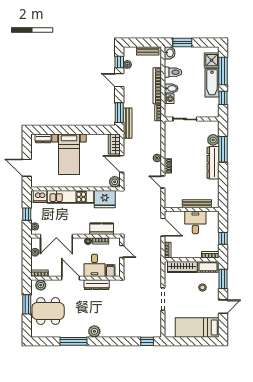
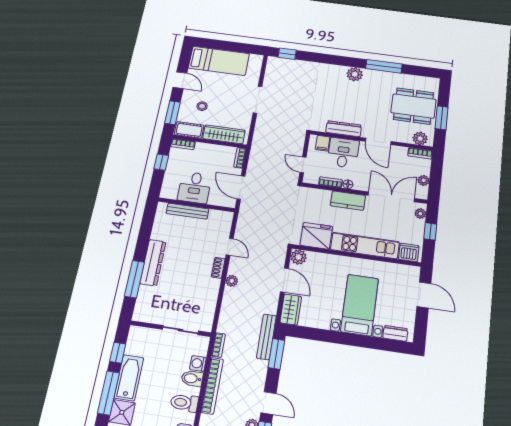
plant: (213, 140) -> (146, 294), removed
kitchen counter: (102, 229) -> (348, 201), moved
door: (223, 307) -> (180, 80), swing flipped

